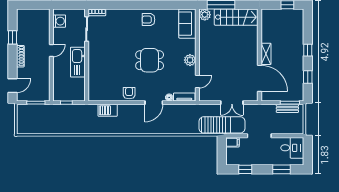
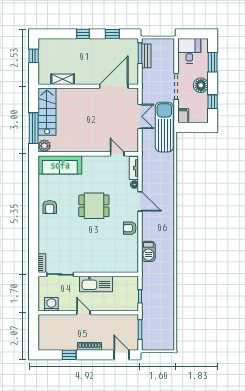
sofa: (187, 24) -> (60, 165), width x1.36
shelving: (266, 54) -> (63, 79), moved
dining table: (150, 60) -> (94, 206), turned 90
plant: (190, 60) -> (94, 162), removed
floor lamp: (260, 158) -> (201, 85), added

